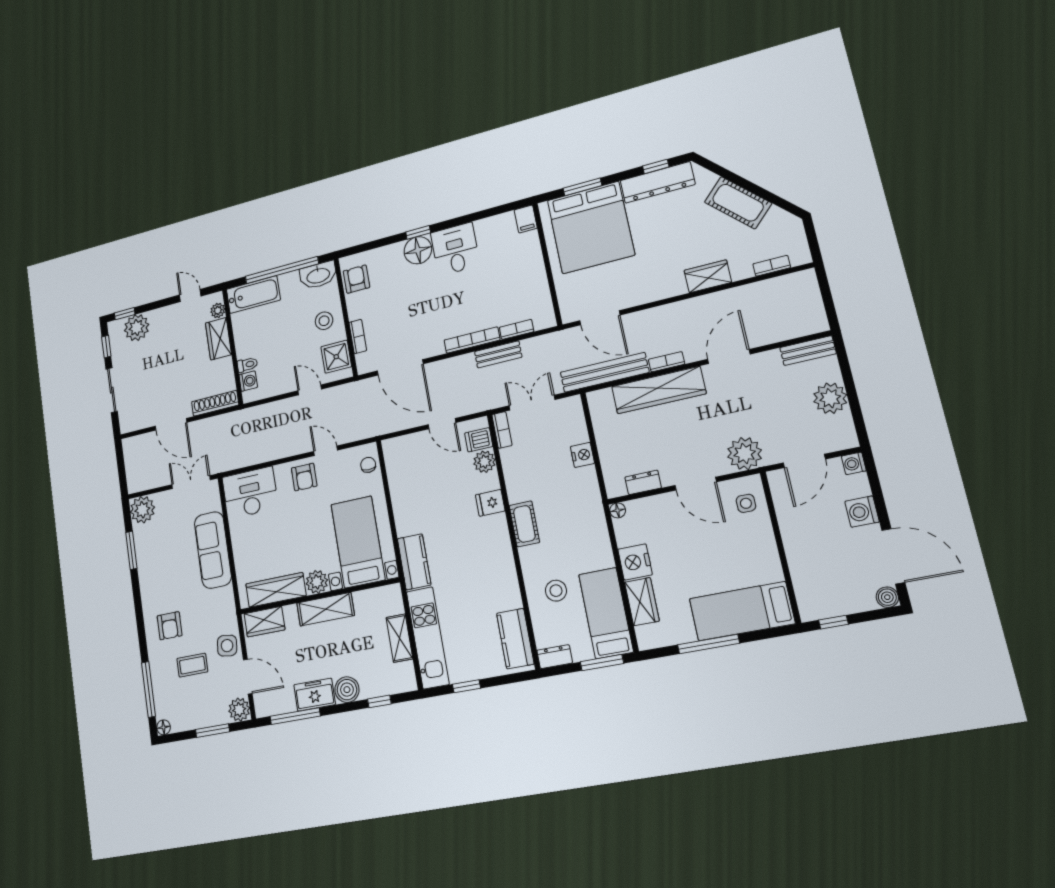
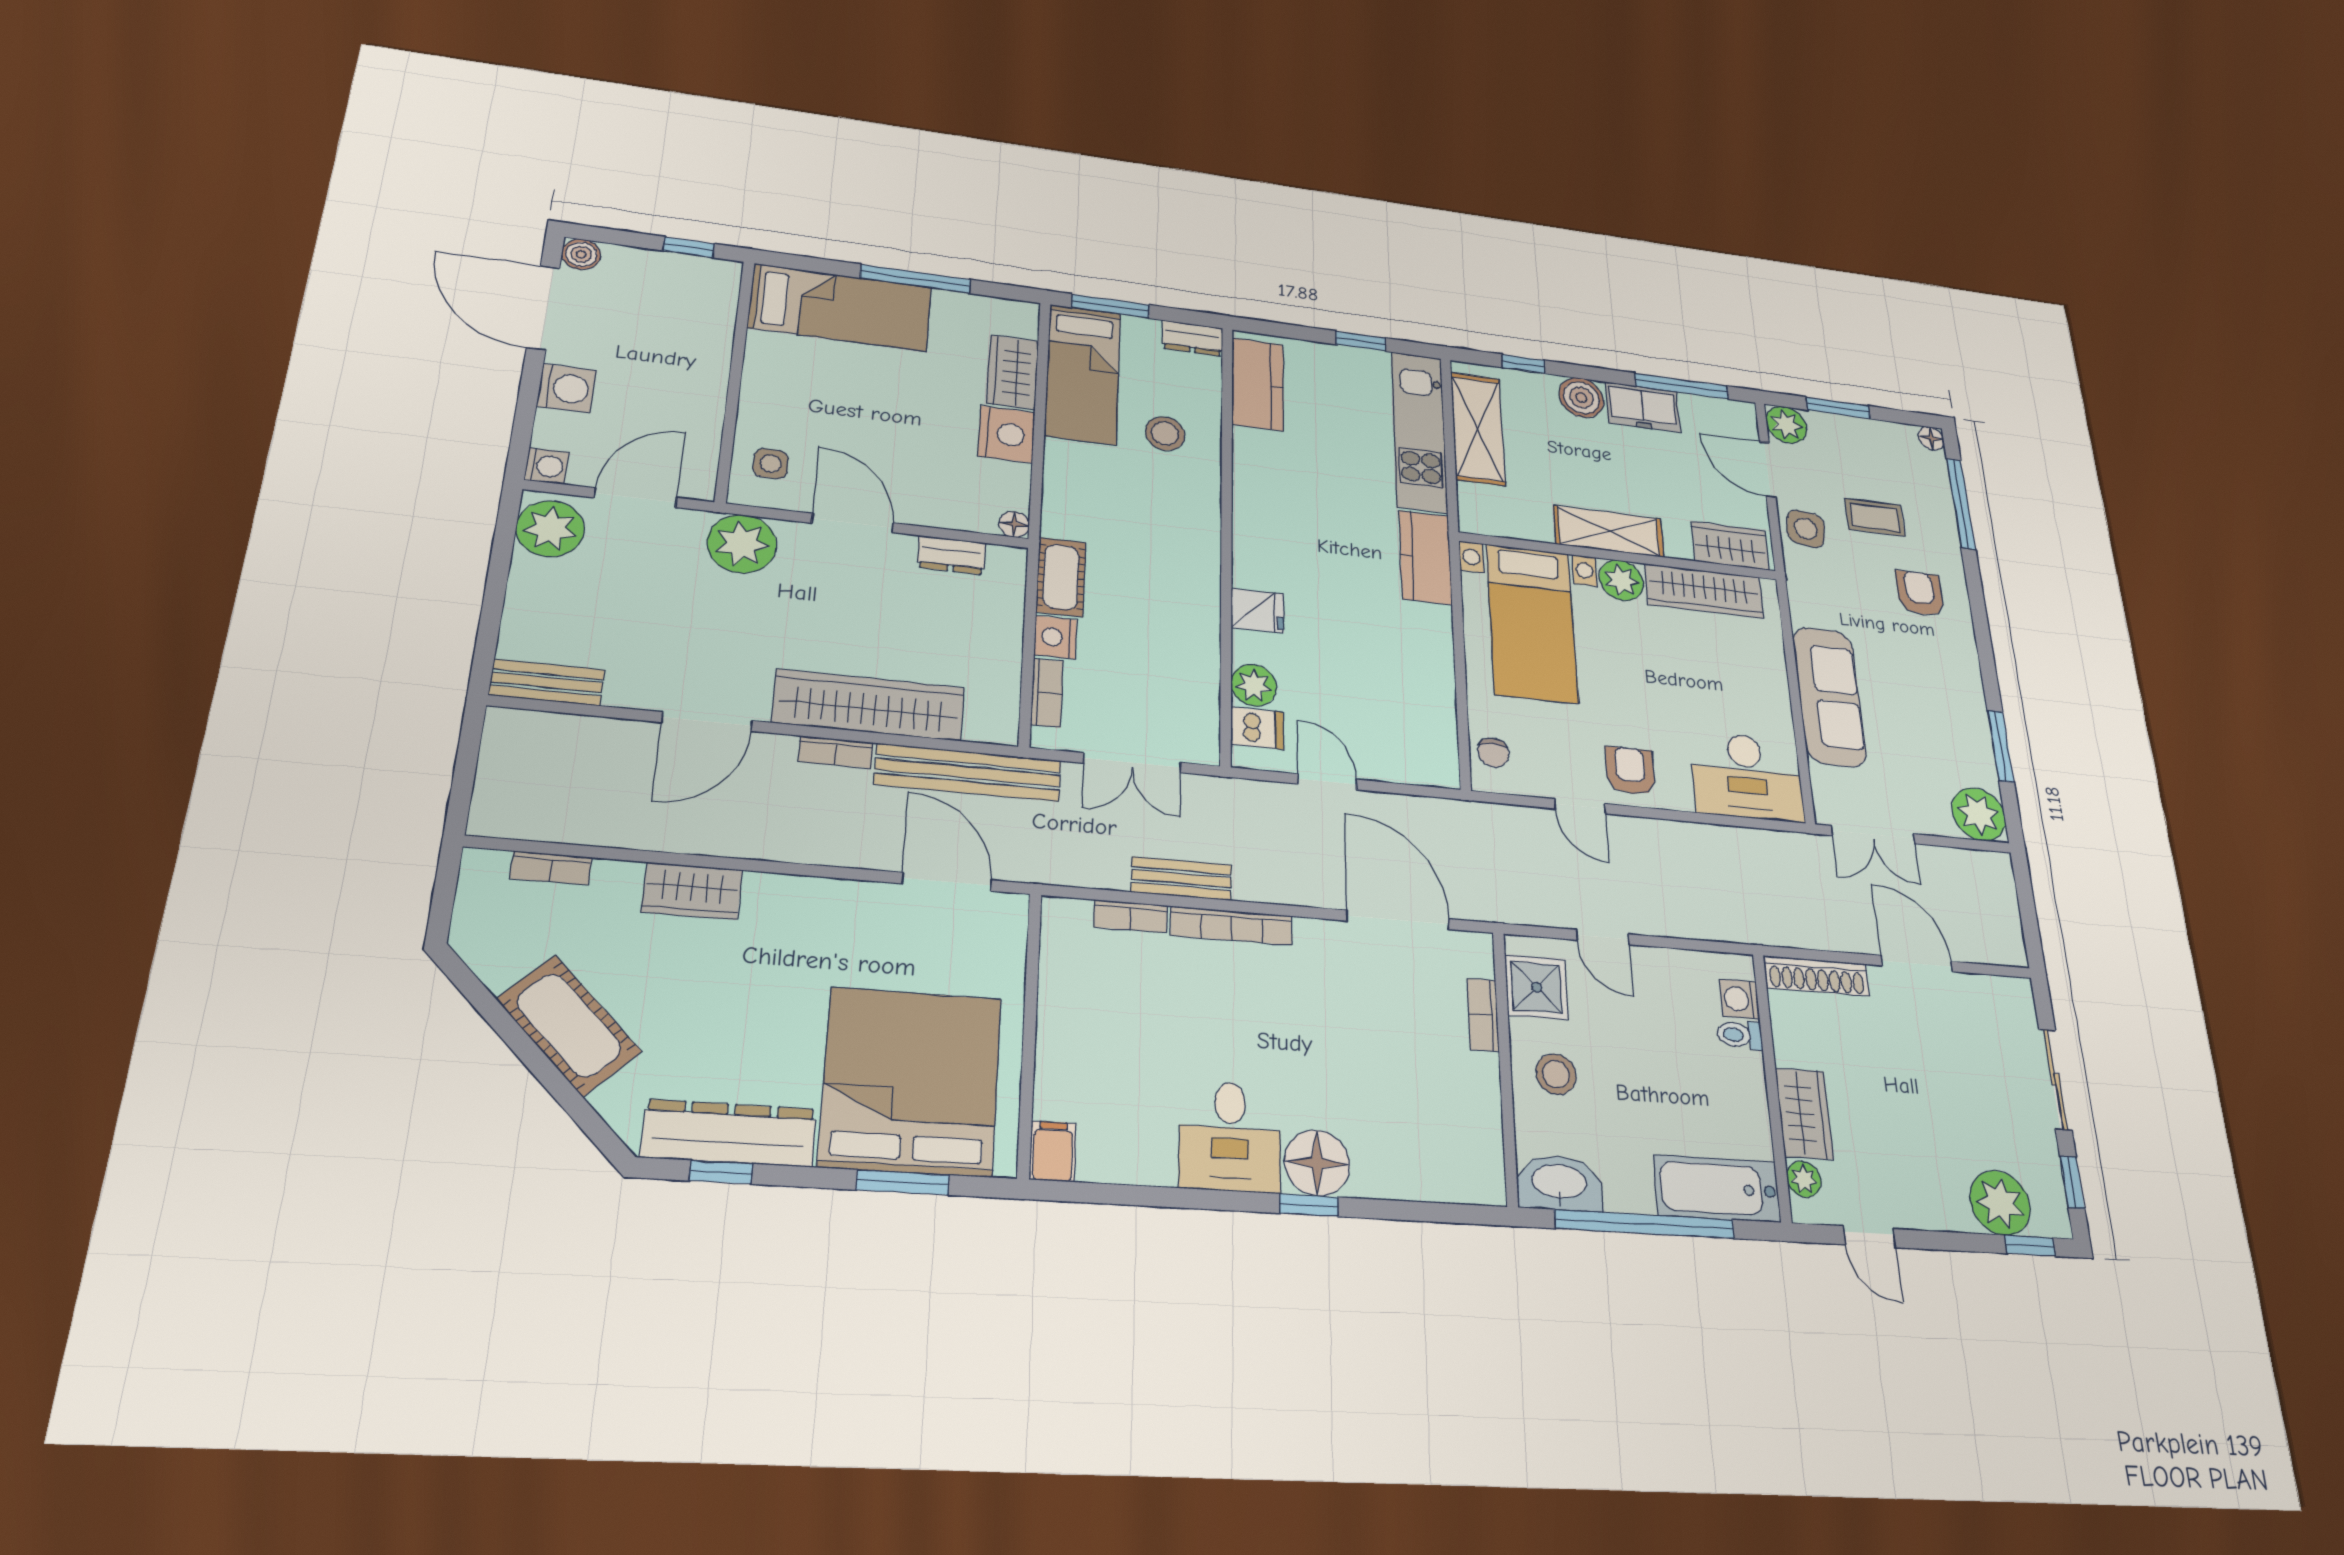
armchair: (356, 279) -> (1470, 1144), removed
plant: (830, 398) -> (550, 529), moved
bookcase: (502, 430) -> (1047, 693), moved, turned 180
cot: (524, 524) -> (1061, 577), moved
shelving: (399, 638) -> (1478, 429), width x1.50, depth x1.33

